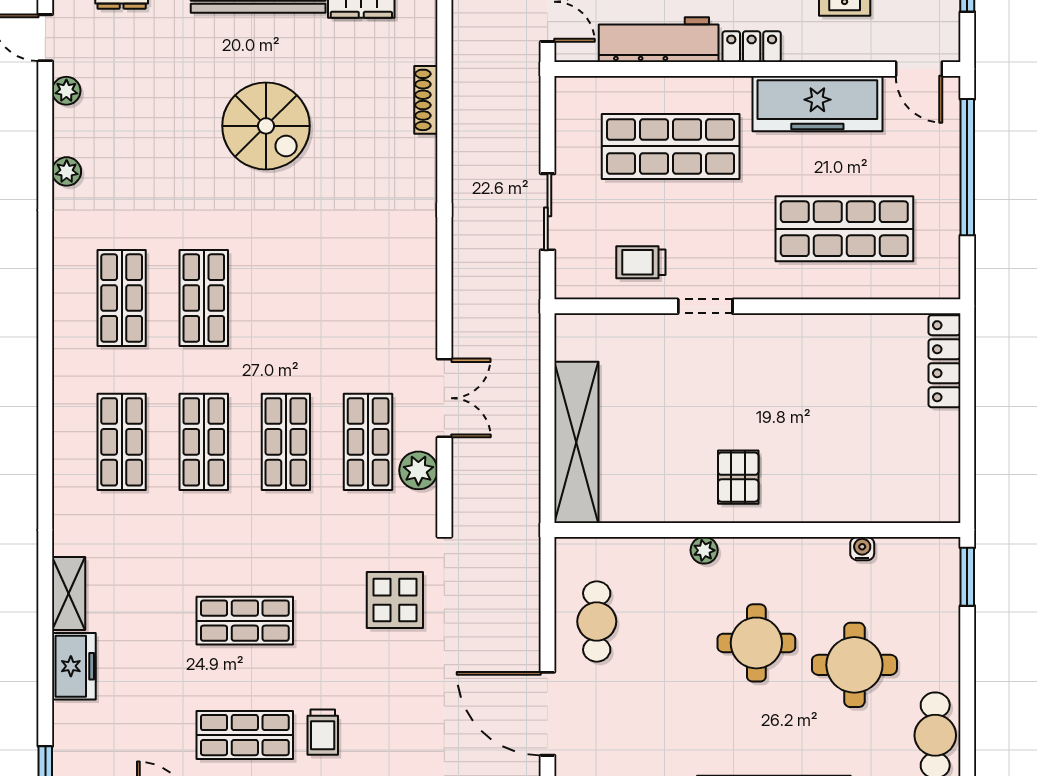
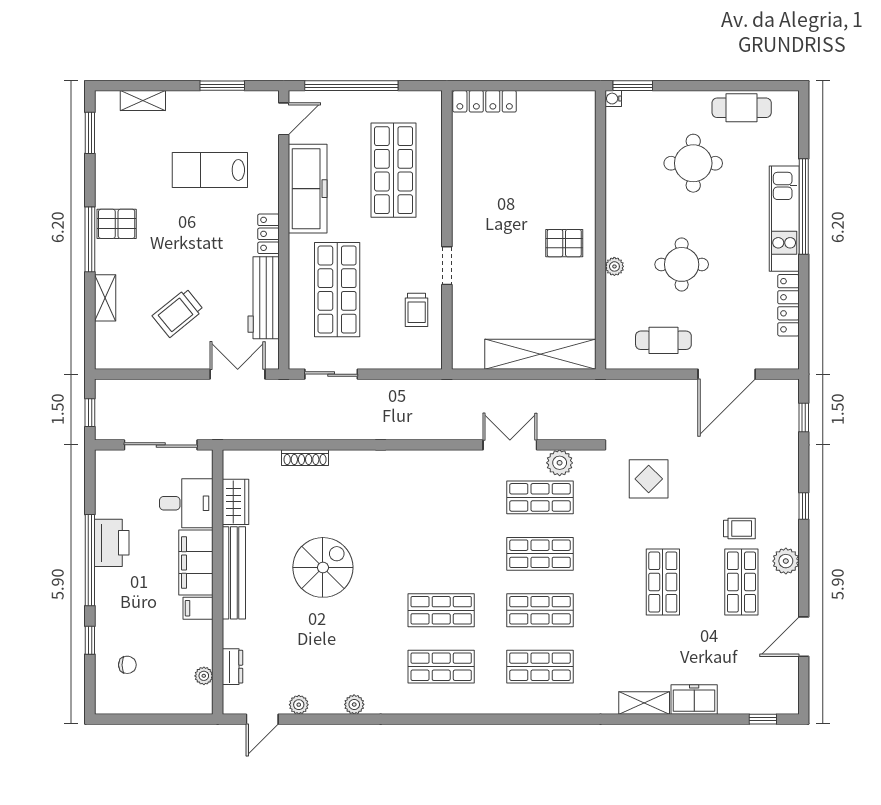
sliding door: (548, 212) -> (331, 374), moved
water cooler: (862, 549) -> (613, 99), moved
round table: (756, 643) -> (682, 264), moved

